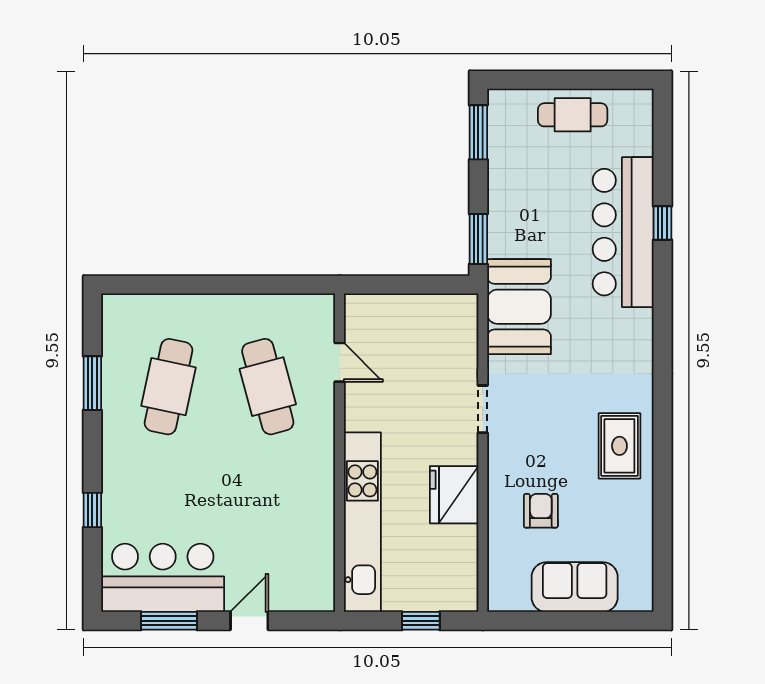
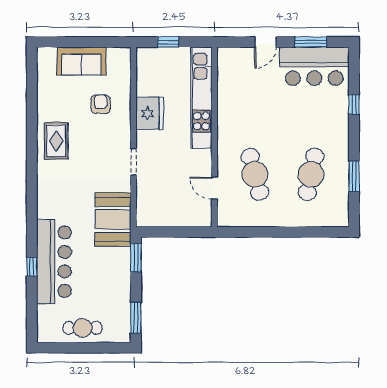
armchair: (541, 511) -> (101, 104), turned 180

